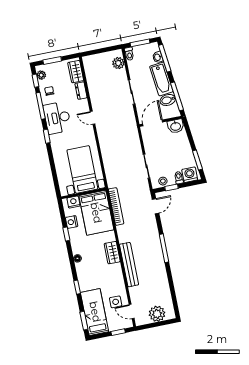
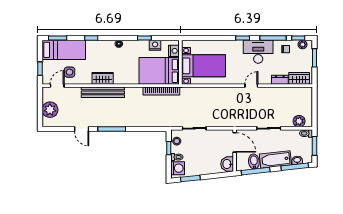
door: (155, 206) -> (82, 129), moved
wardrobe: (112, 253) -> (103, 78), moved

